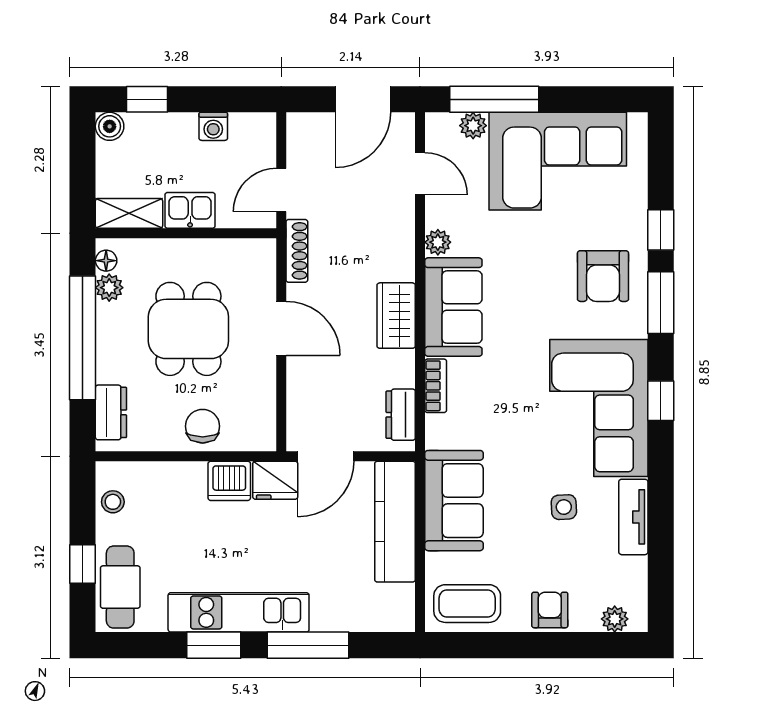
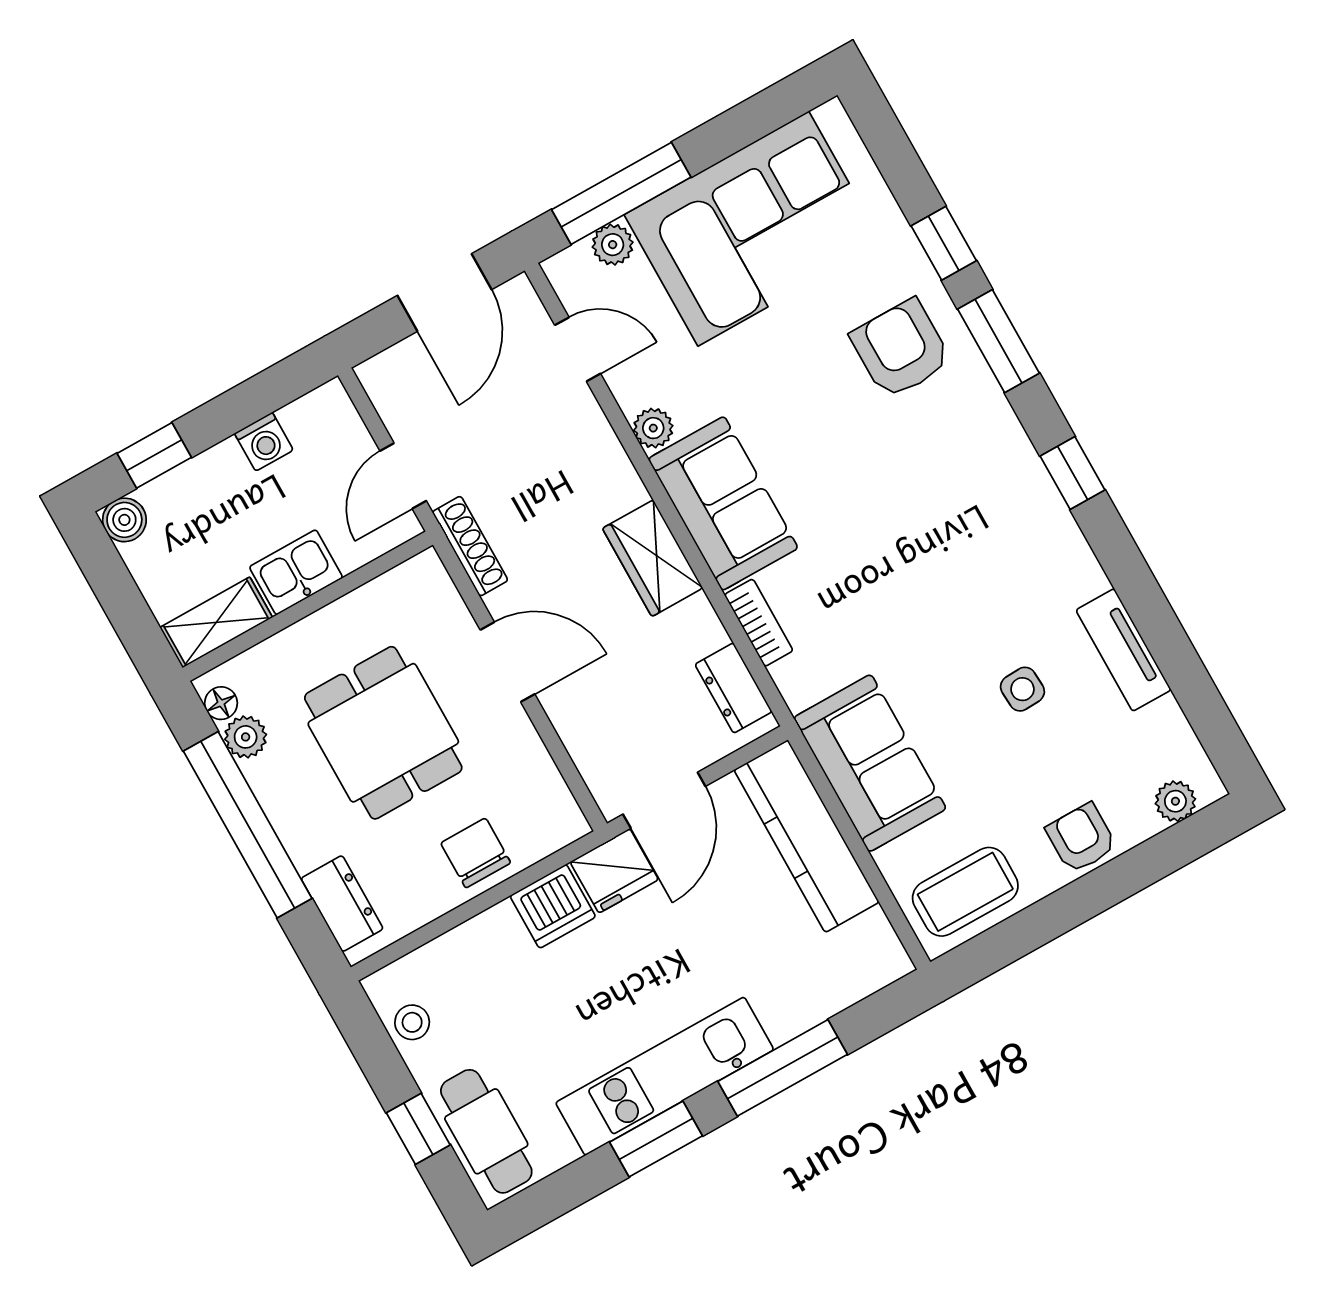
armchair: (603, 276) -> (901, 349), turned 180
corner sofa: (599, 408) -> (995, 529), removed

